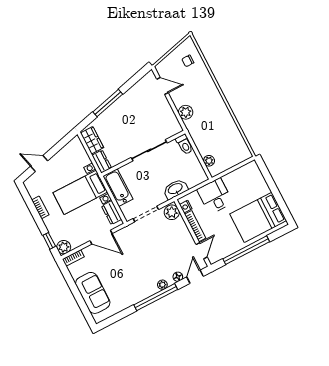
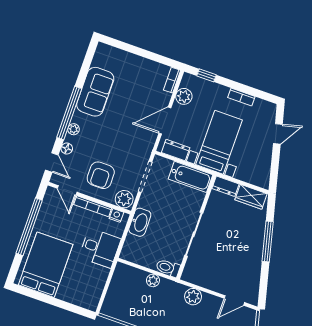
plant: (209, 161) -> (153, 280), moved
armchair: (172, 241) -> (101, 175), added
plant: (64, 247) -> (184, 96), moved
sofa: (93, 293) -> (95, 92), moved, turned -90

